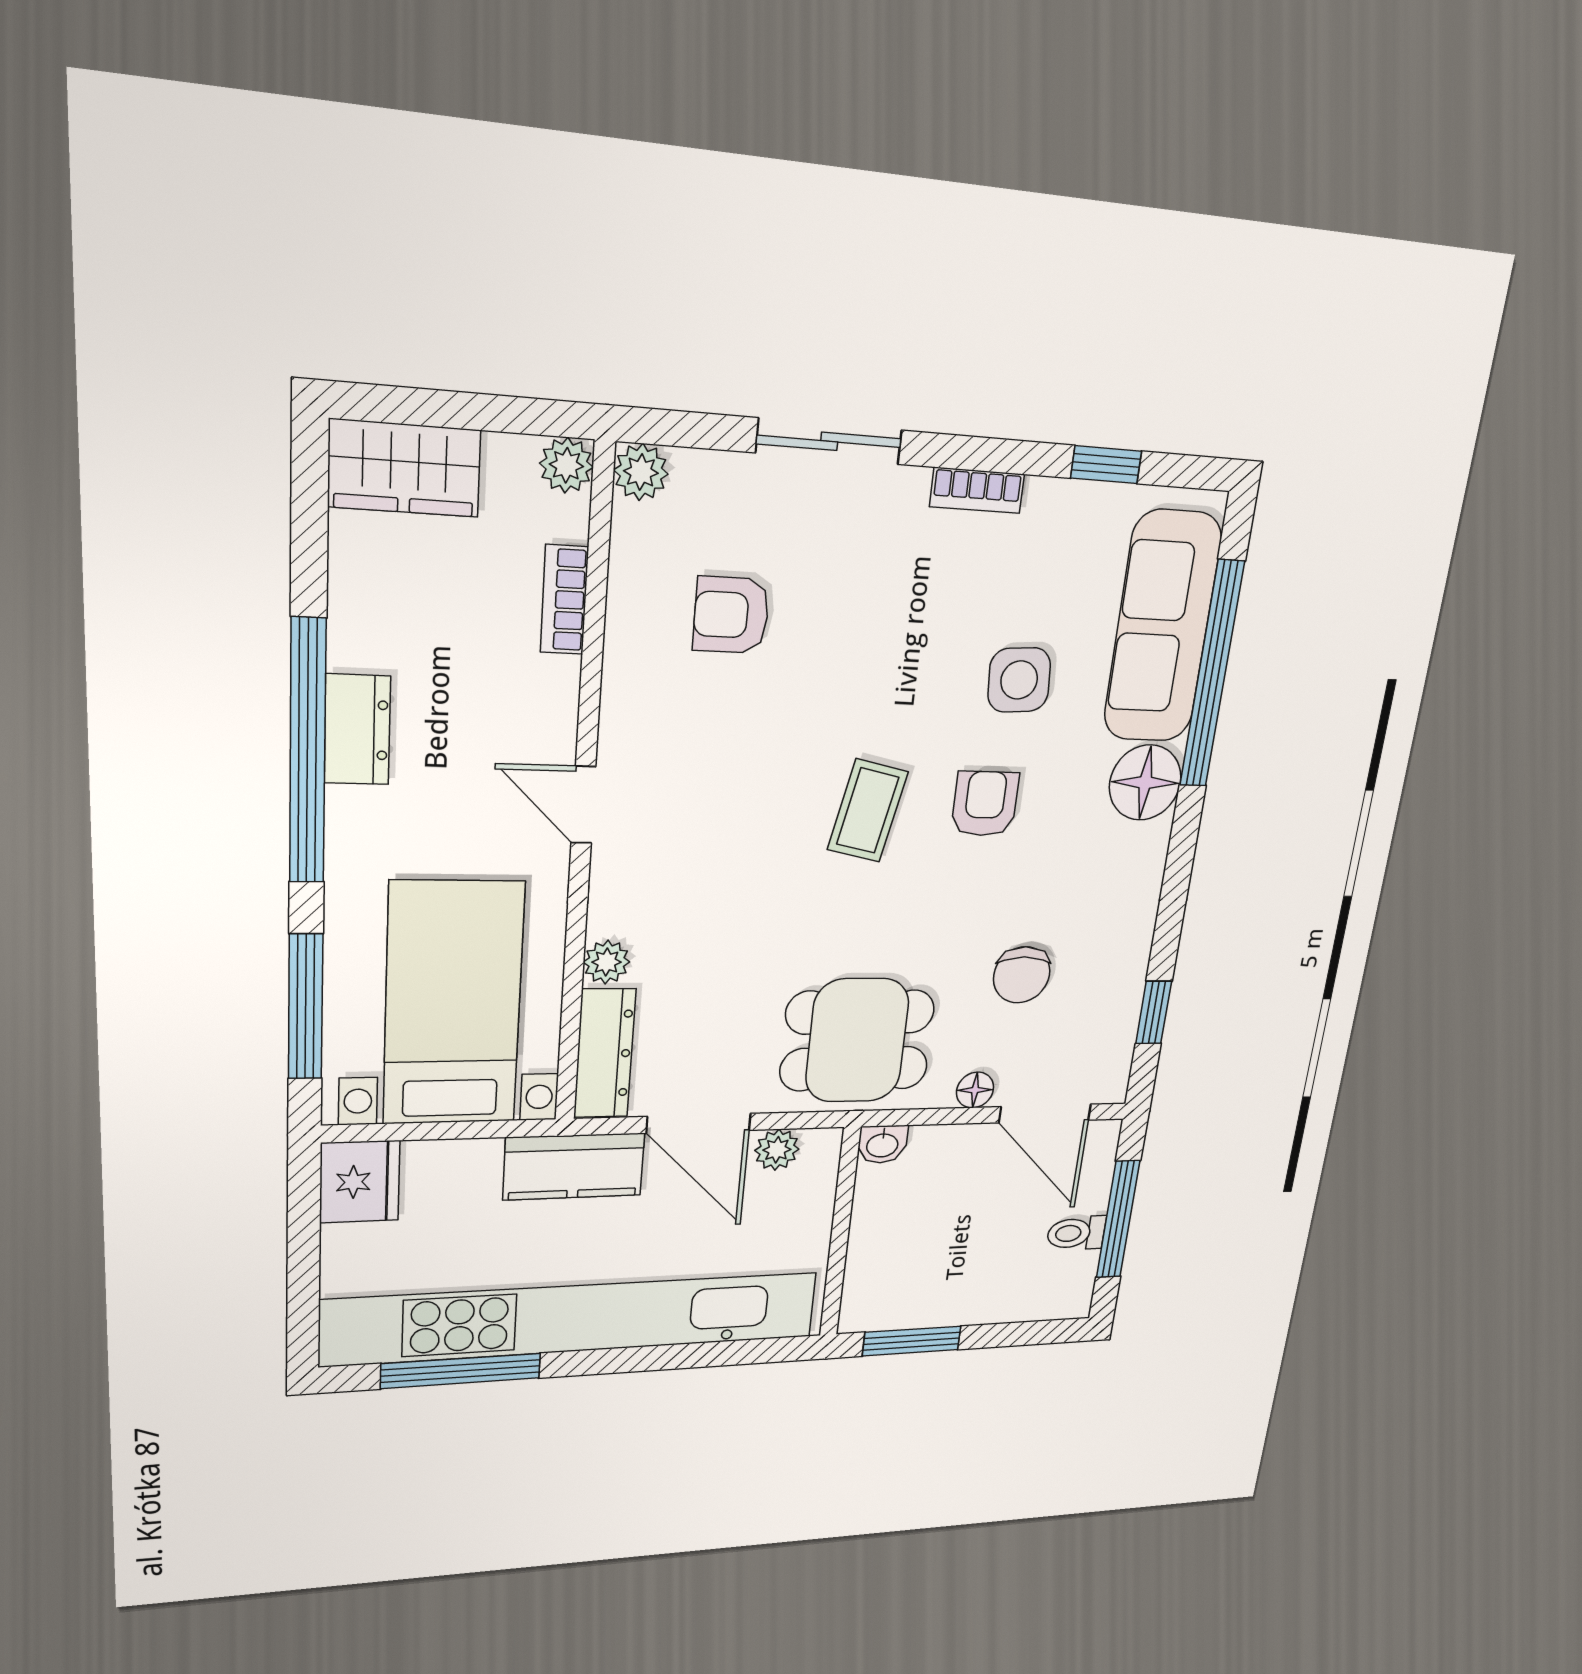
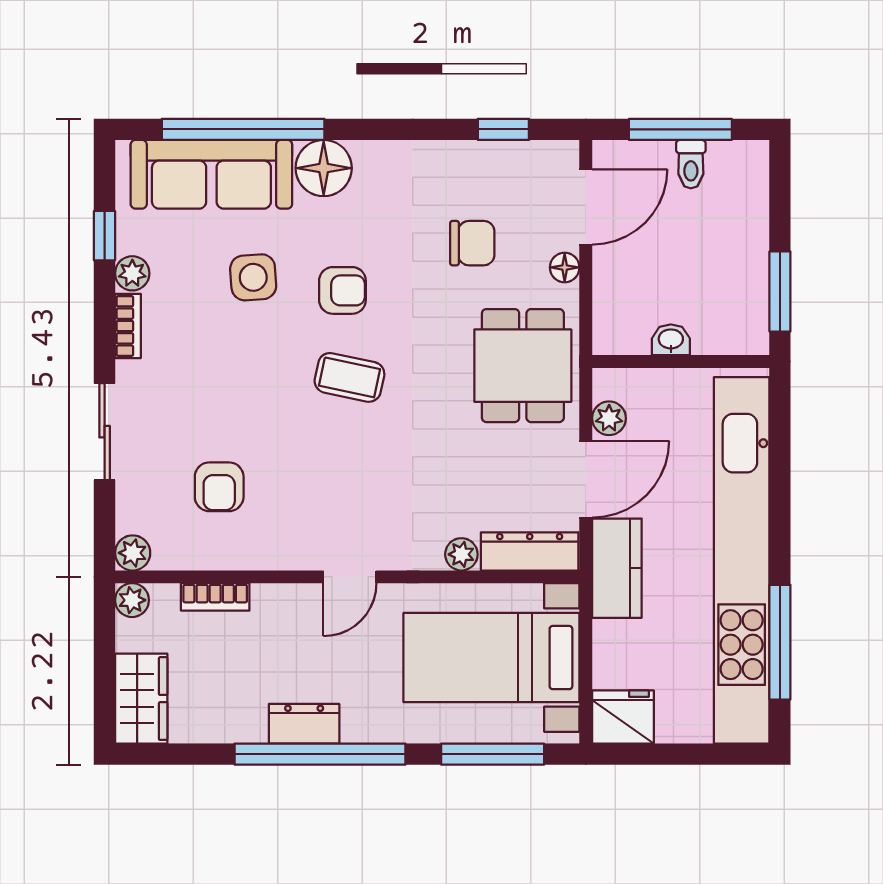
plant: (1049, 503) -> (132, 273), added
armchair: (985, 804) -> (342, 290), turned 180
washbasin: (882, 1144) -> (671, 340), moved, turned -90

